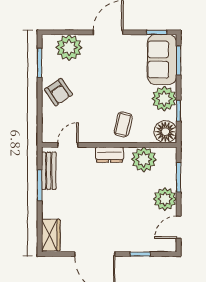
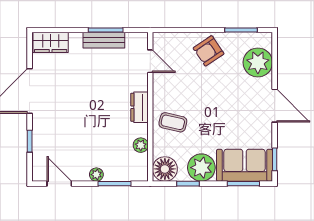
plant: (144, 159) -> (141, 145), width x0.53, depth x0.53
bench: (49, 171) -> (104, 40), moved
plant: (165, 199) -> (96, 175), width x0.53, depth x0.53

